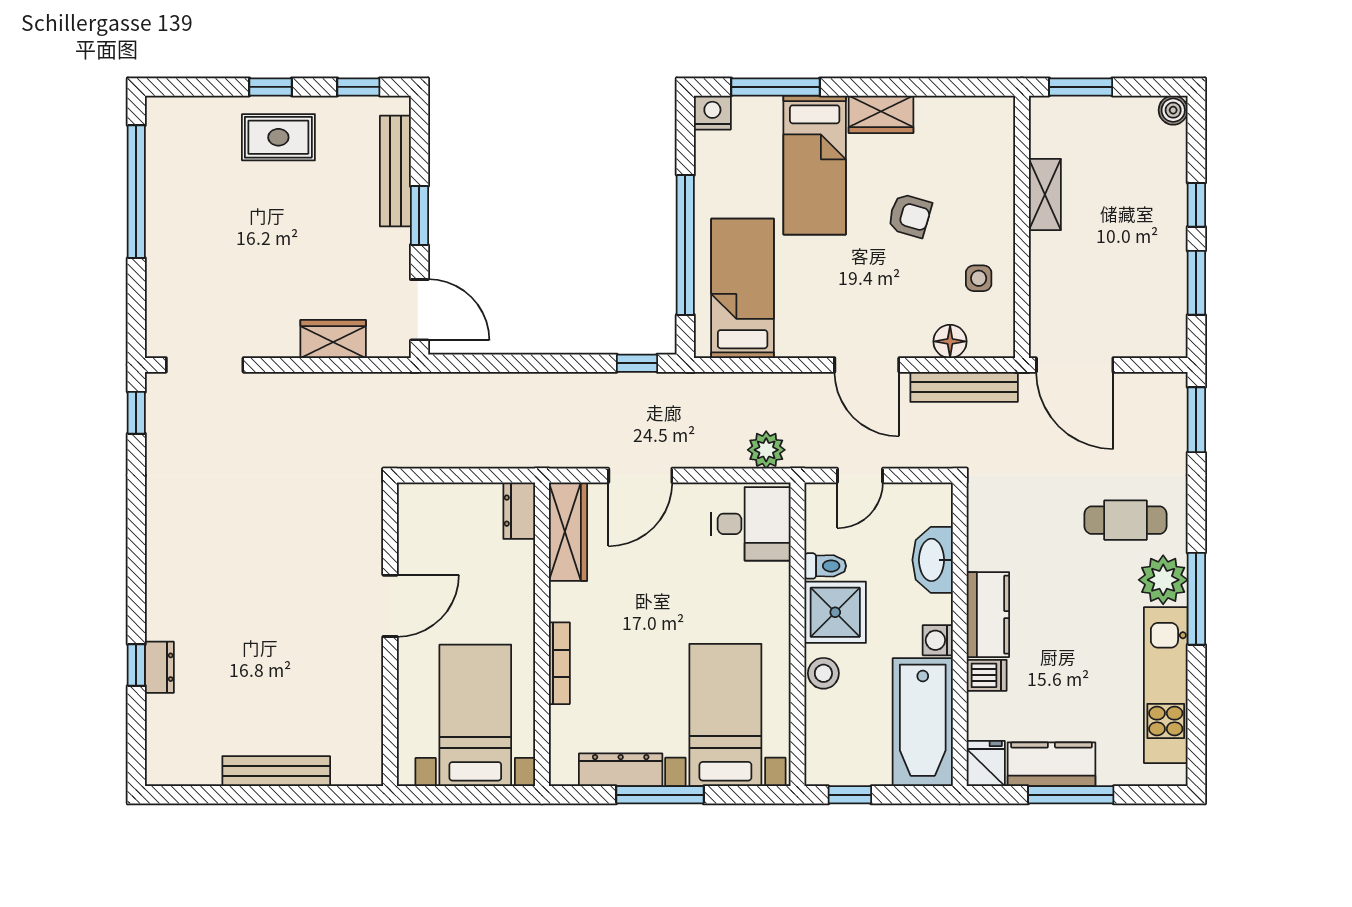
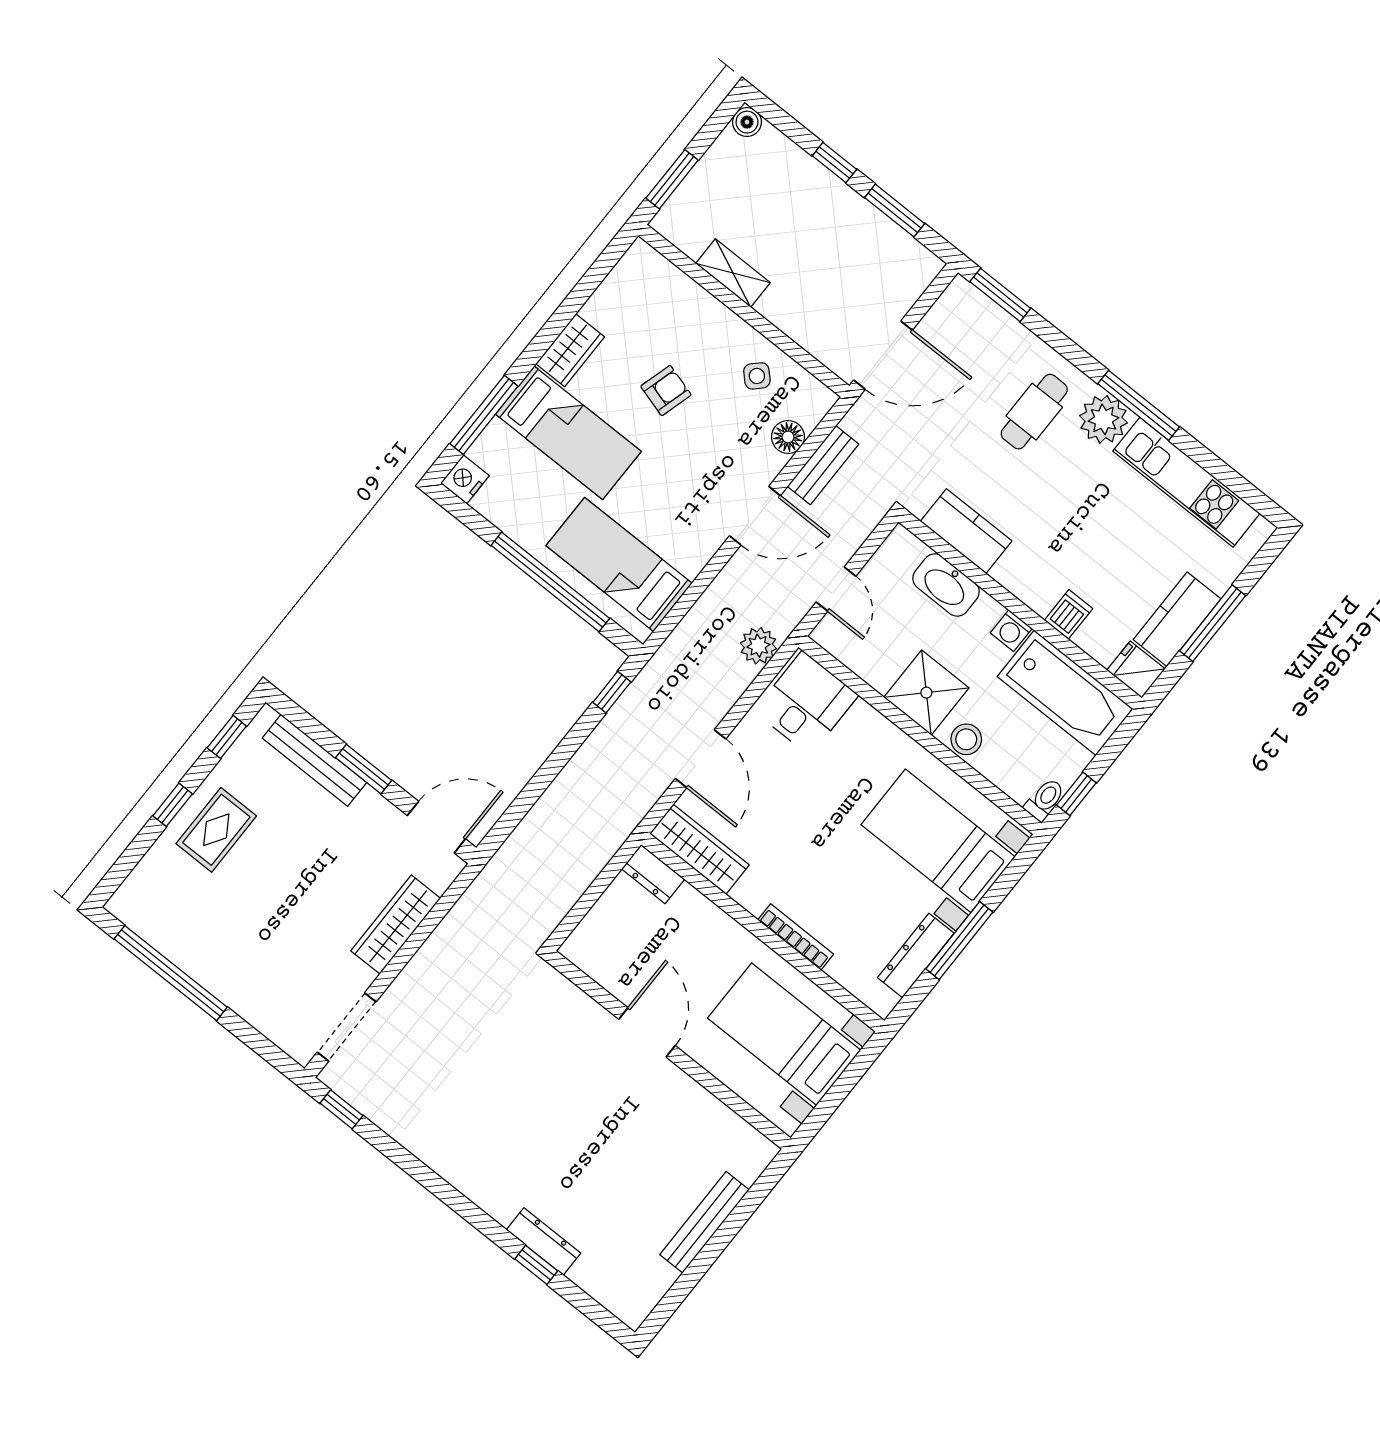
side table: (979, 278) -> (757, 376), turned 45
wardrobe: (333, 339) -> (396, 925), width x1.50
bench: (964, 387) -> (823, 465), width x0.73
toilet: (825, 566) -> (1045, 800), moved
kitchen counter: (988, 615) -> (966, 531), moved
dresser: (159, 667) -> (544, 1241), width x1.44

